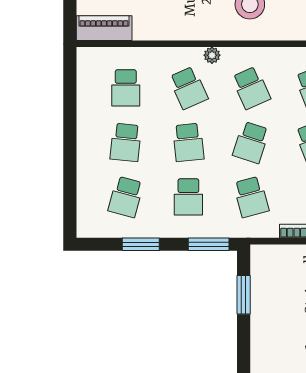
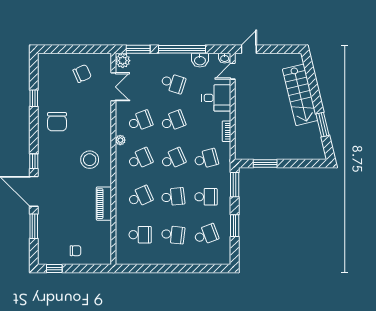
piano: (104, 28) -> (104, 204), moved
plant: (212, 55) -> (120, 140), moved
school desk: (251, 142) -> (173, 159), turned -42
school desk: (126, 197) -> (206, 235), turned -36

